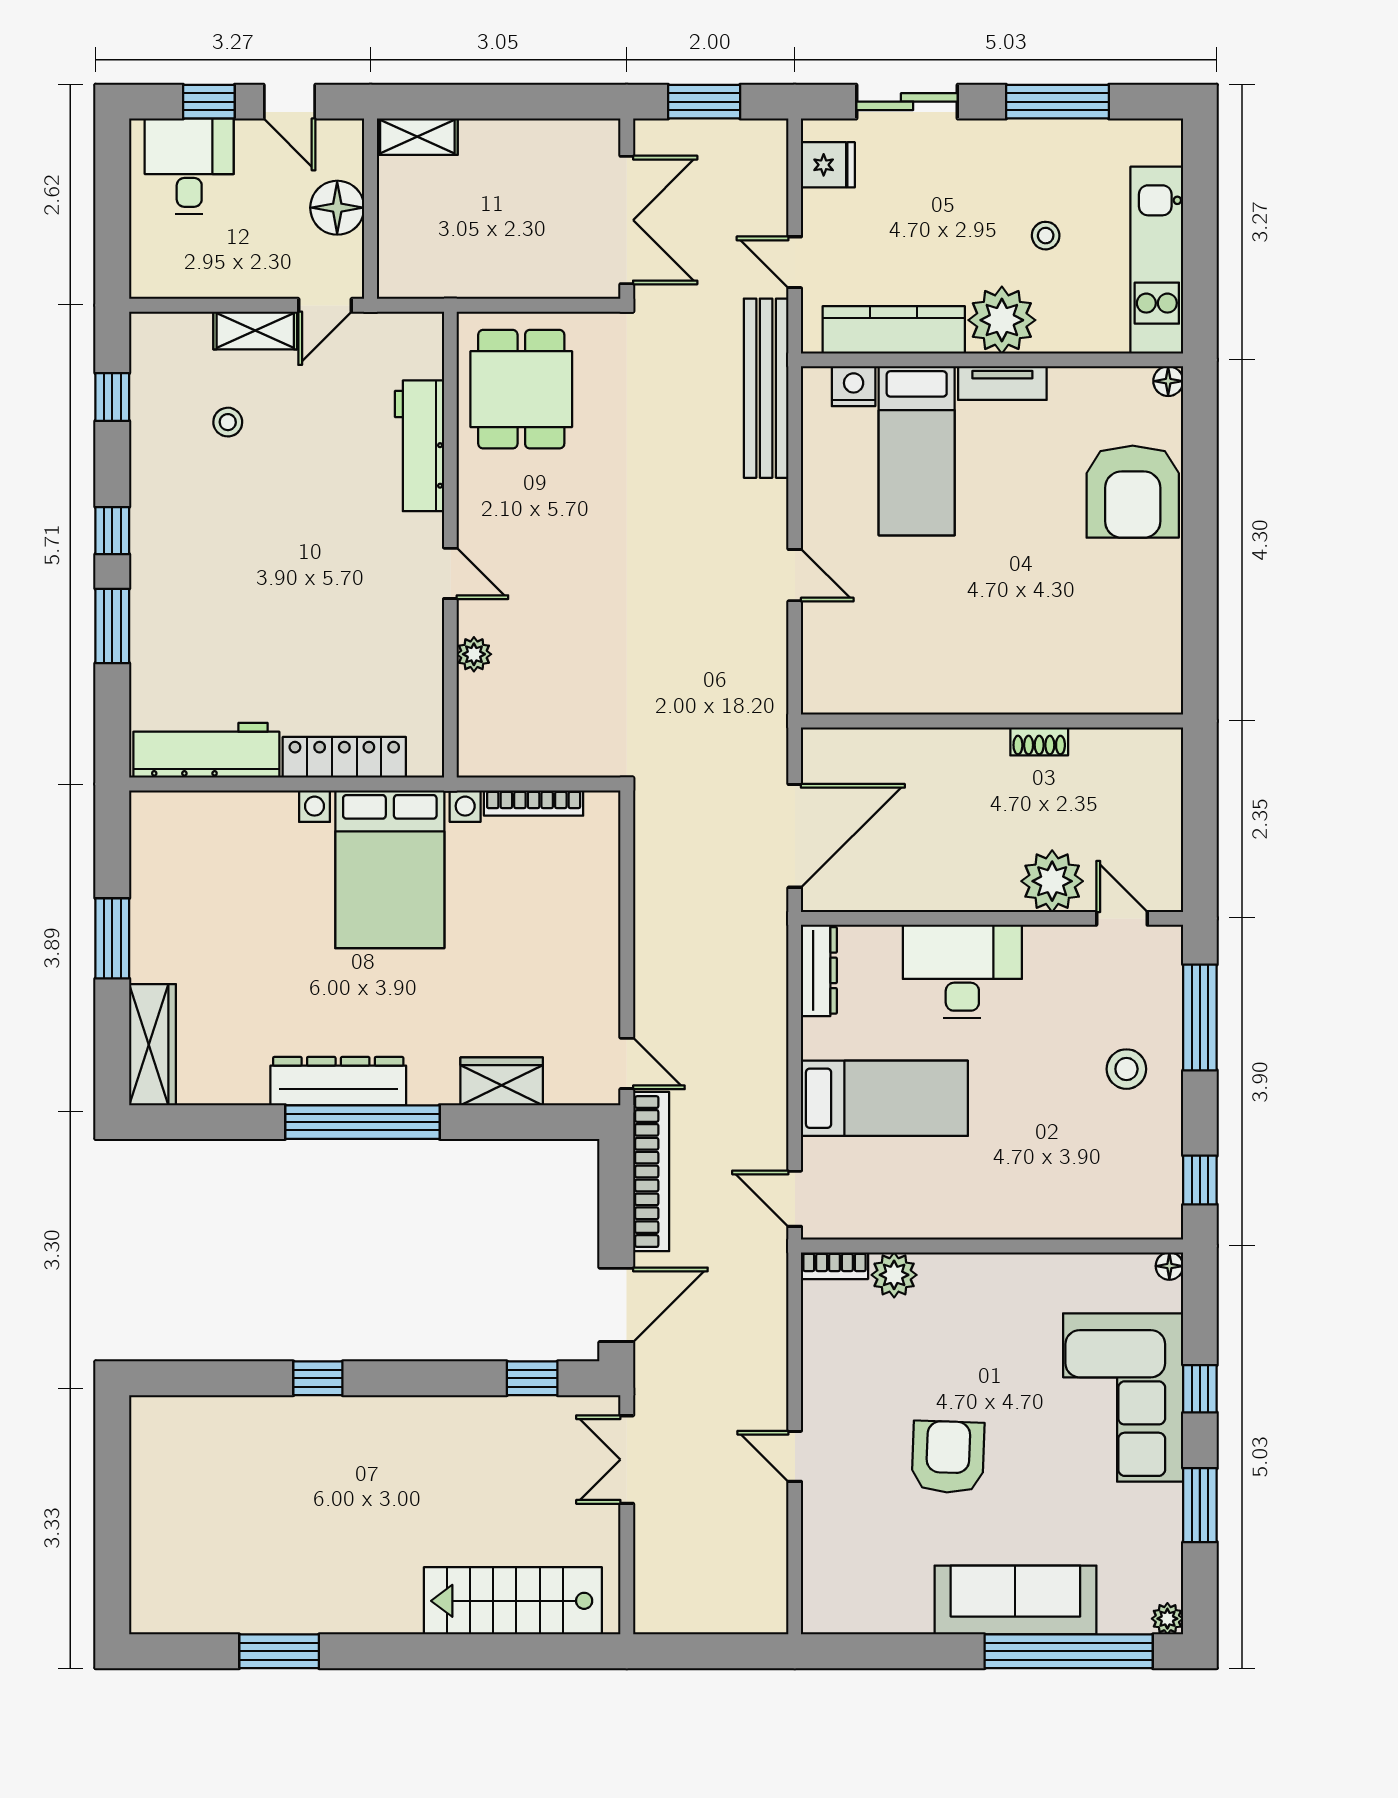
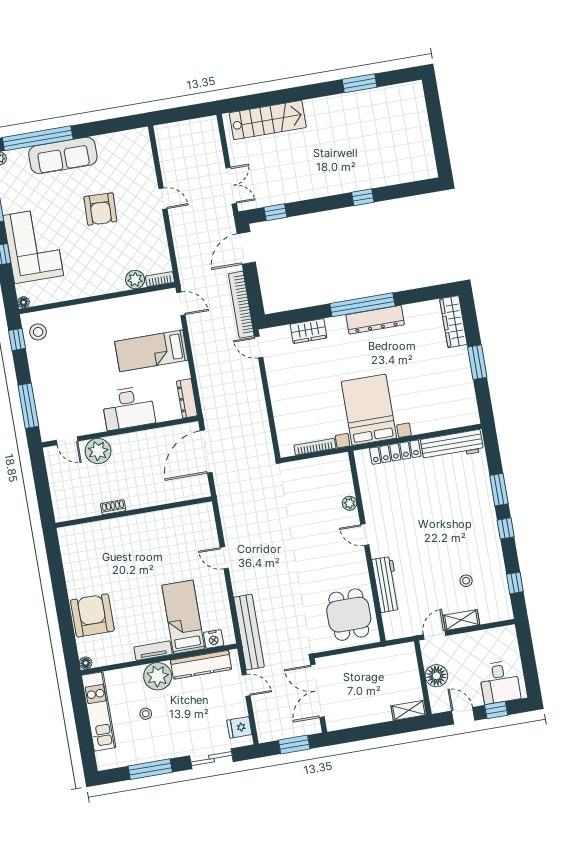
stool: (1126, 1069) -> (38, 332), moved

